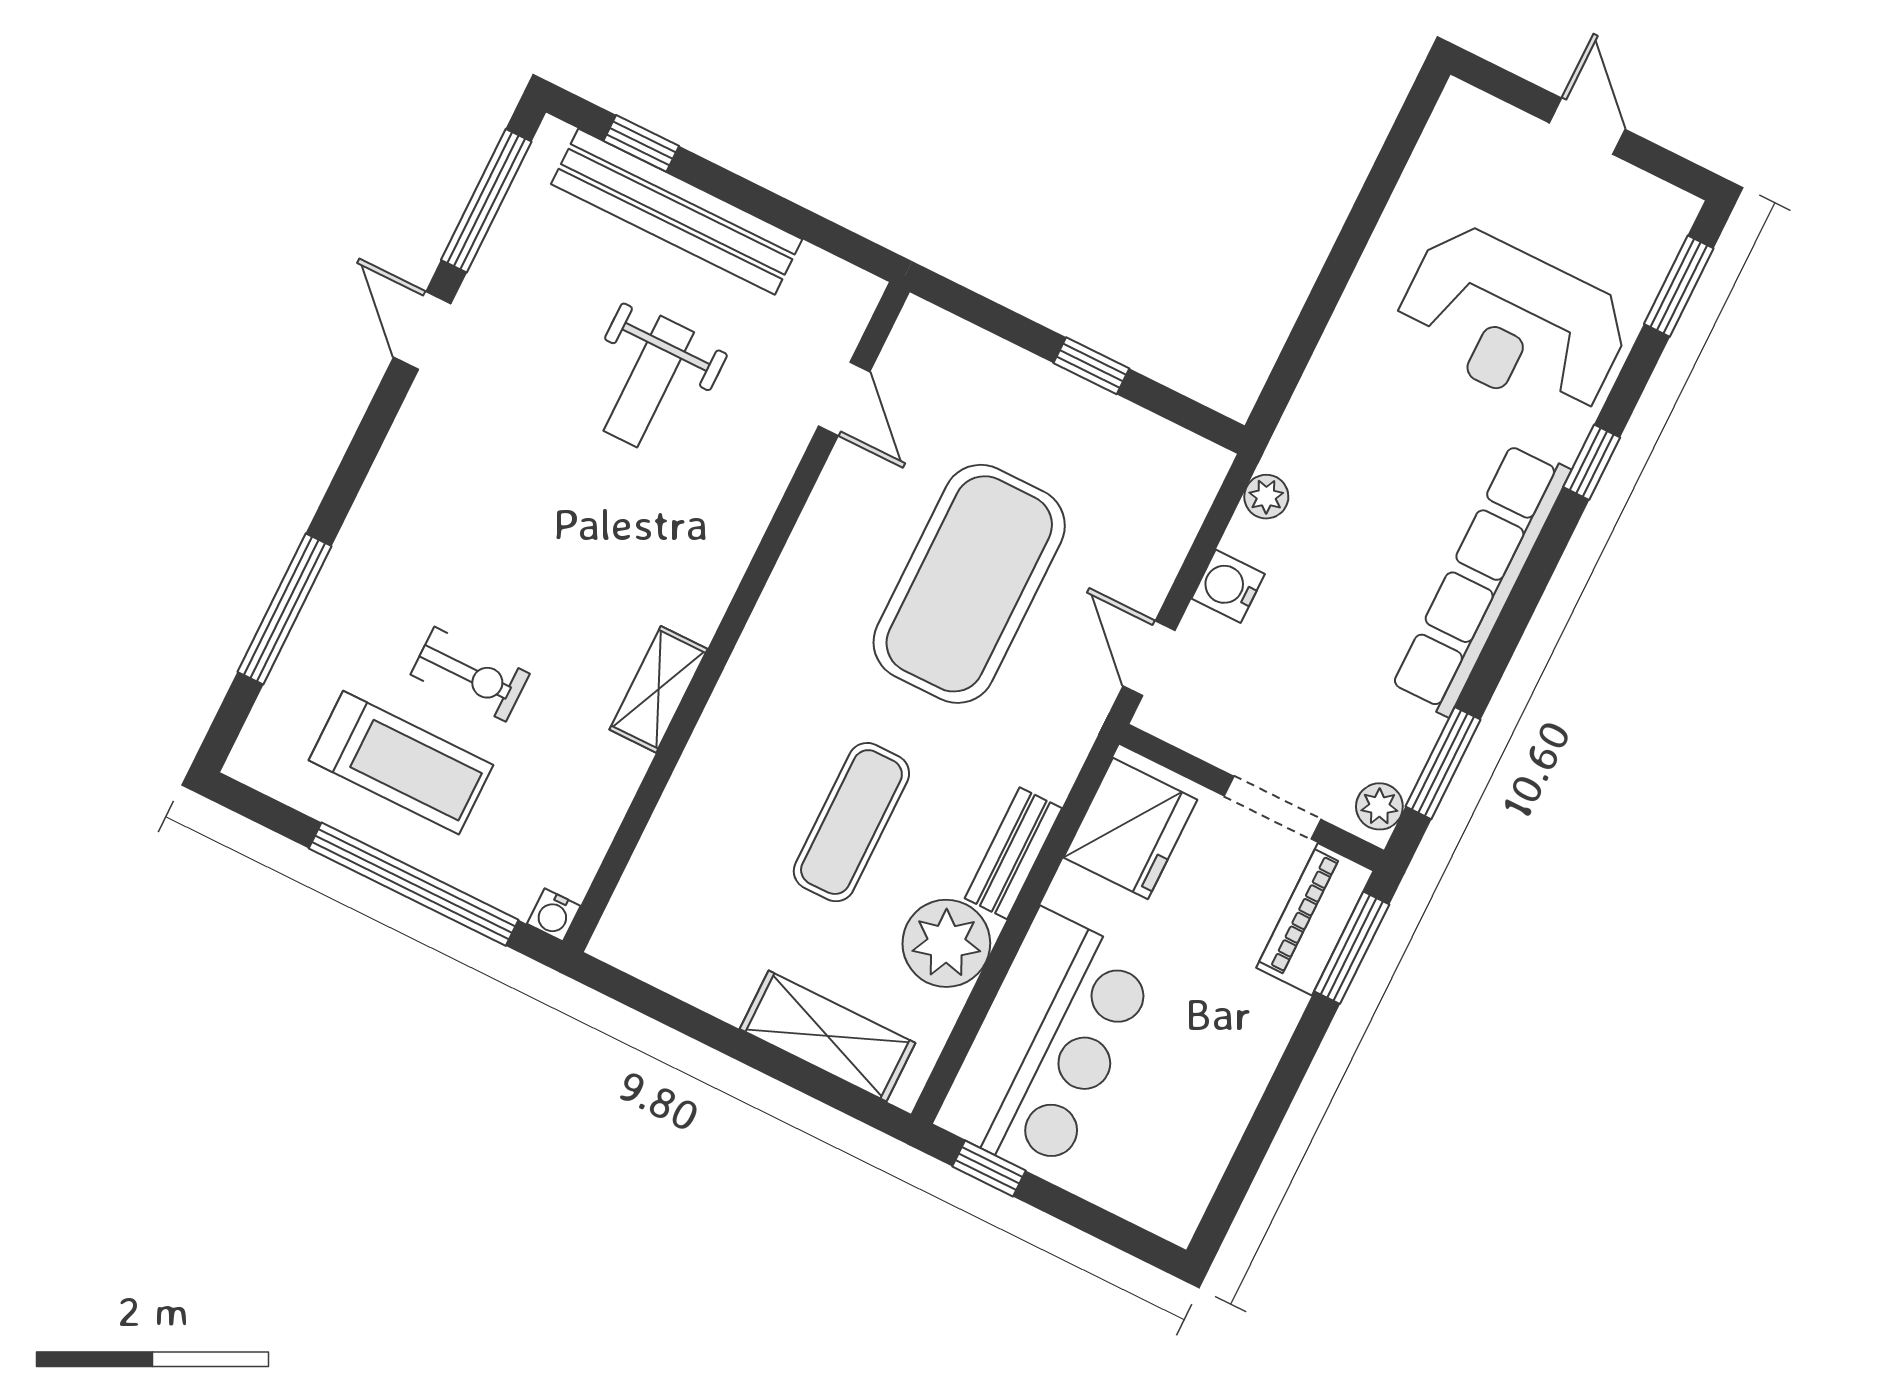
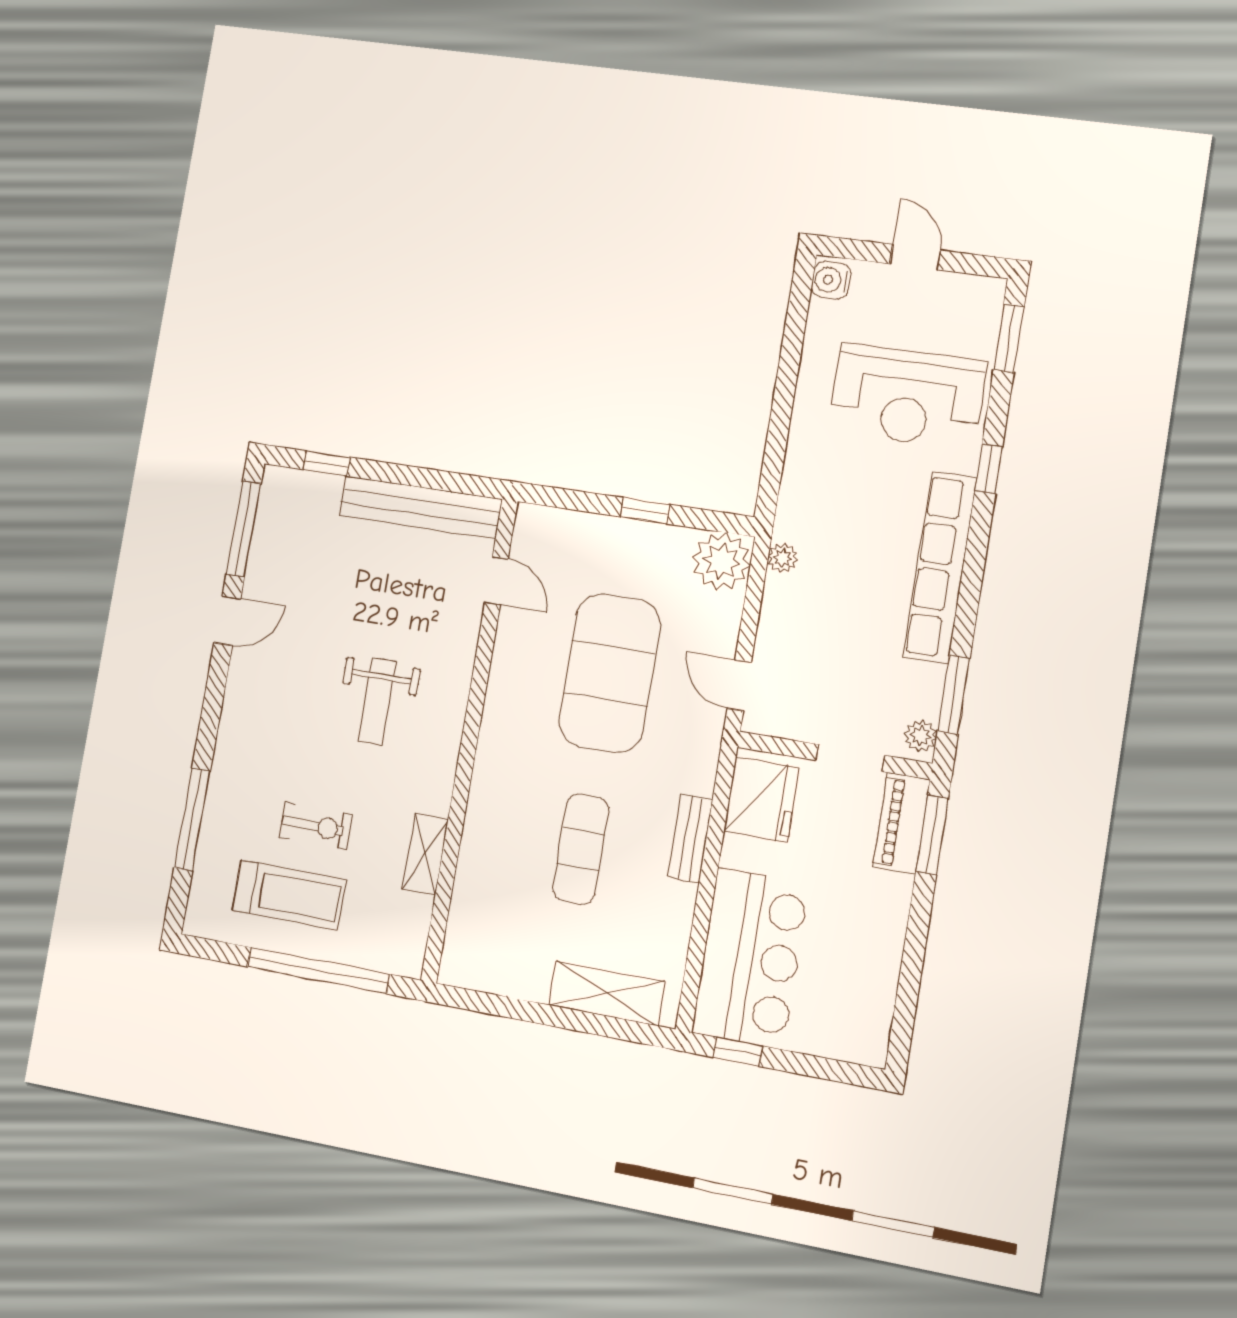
bench: (677, 212) -> (420, 507), moved
door: (422, 330) -> (227, 621), swing flipped
weight bench: (649, 381) -> (377, 701), moved
water cooler: (1228, 586) -> (831, 280), moved
shelving: (659, 689) -> (425, 854), moved
water cooler: (554, 915) -> (411, 965), removed
plant: (946, 943) -> (722, 561), moved

